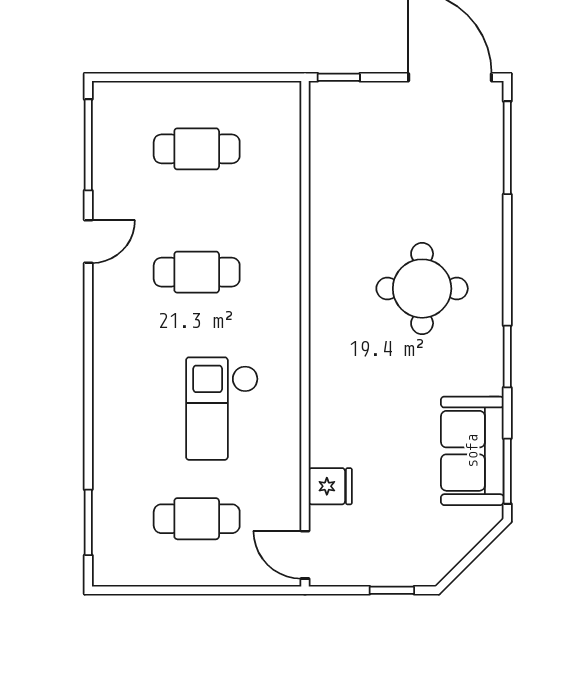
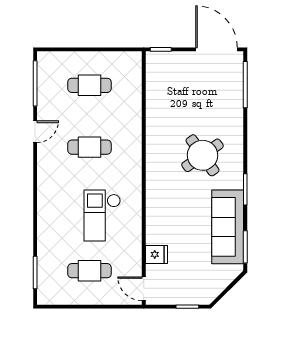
round table: (422, 289) -> (202, 155), turned -35
sofa: (472, 451) -> (228, 227), width x1.36

